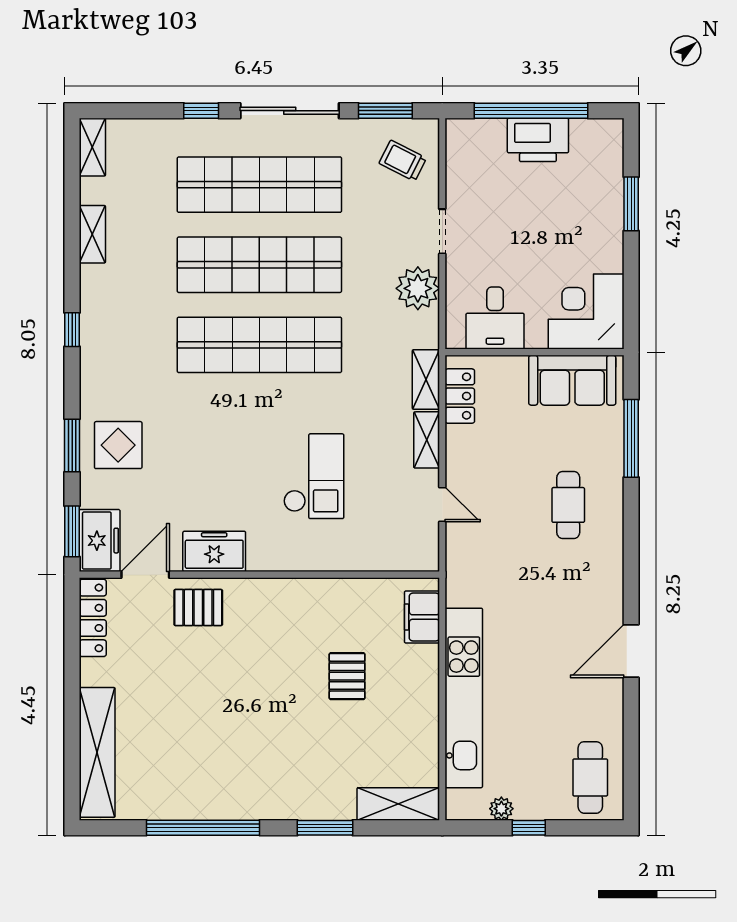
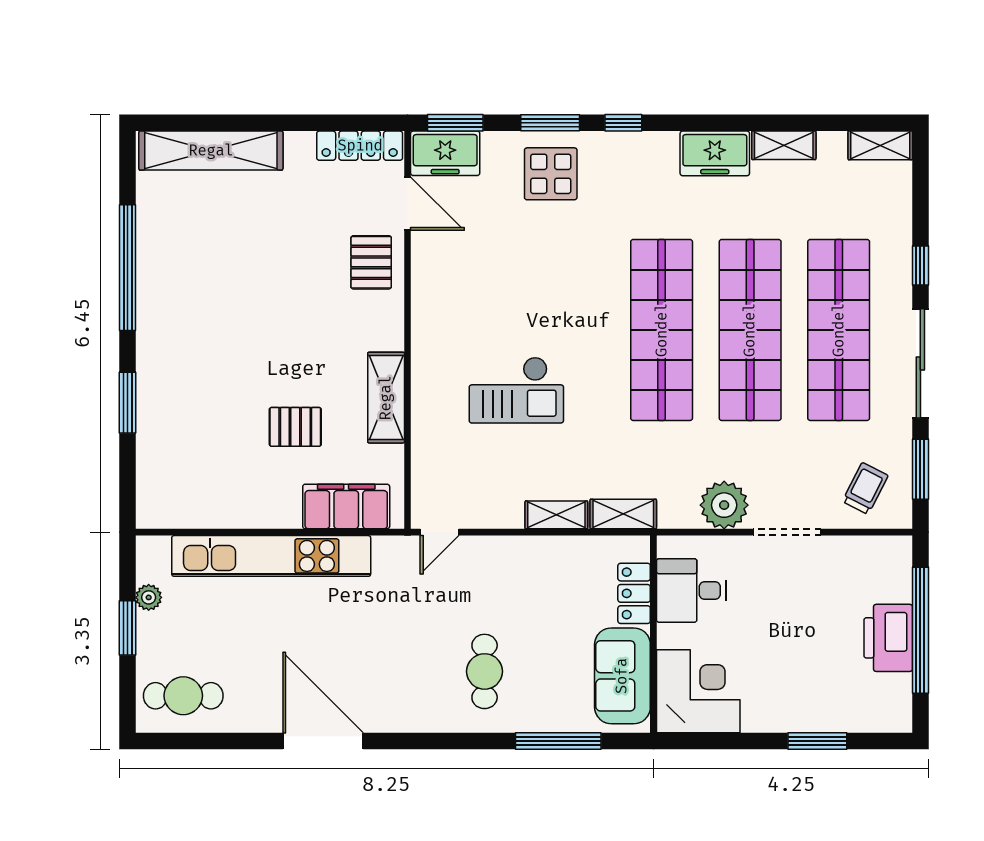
doorway: (442, 231) -> (787, 532), width x1.38
window: (72, 330) -> (623, 123), moved
locker: (460, 396) -> (634, 593), moved, turned 90
door: (442, 505) -> (439, 532), moved
cafe table: (568, 505) -> (485, 671), turned 90
freezer: (214, 551) -> (715, 153), moved, turned 90
filing cabinet: (422, 617) -> (346, 506), width x1.50, depth x1.17
door: (631, 651) -> (323, 741), width x1.36
shelving: (398, 804) -> (386, 398), moved
window: (529, 828) -> (128, 628), width x1.50

